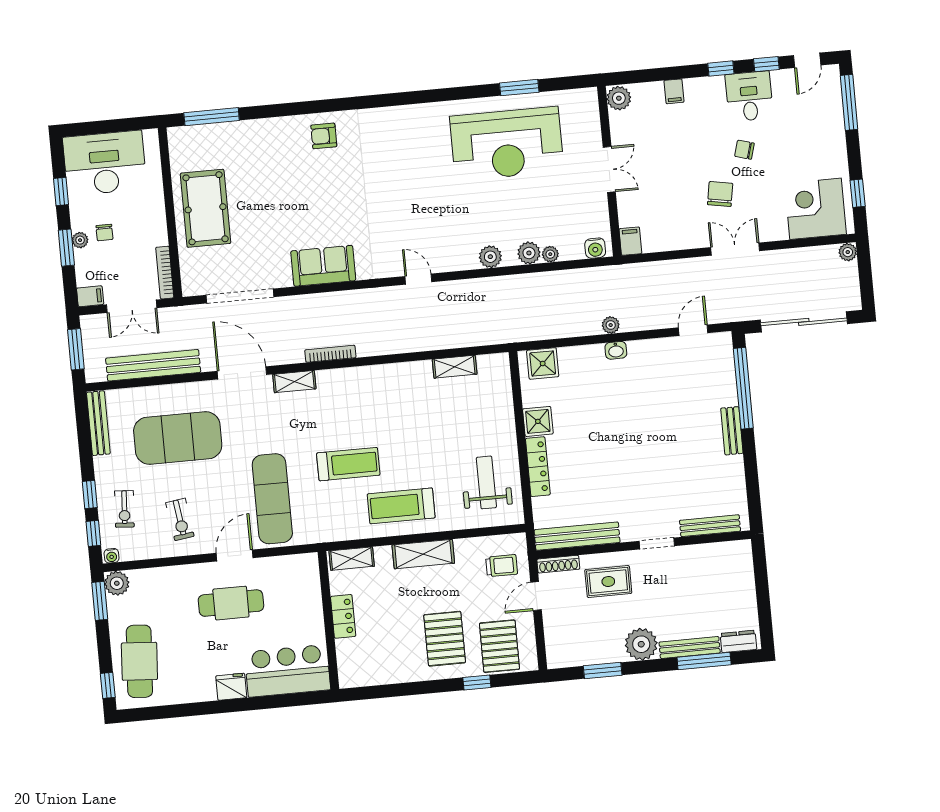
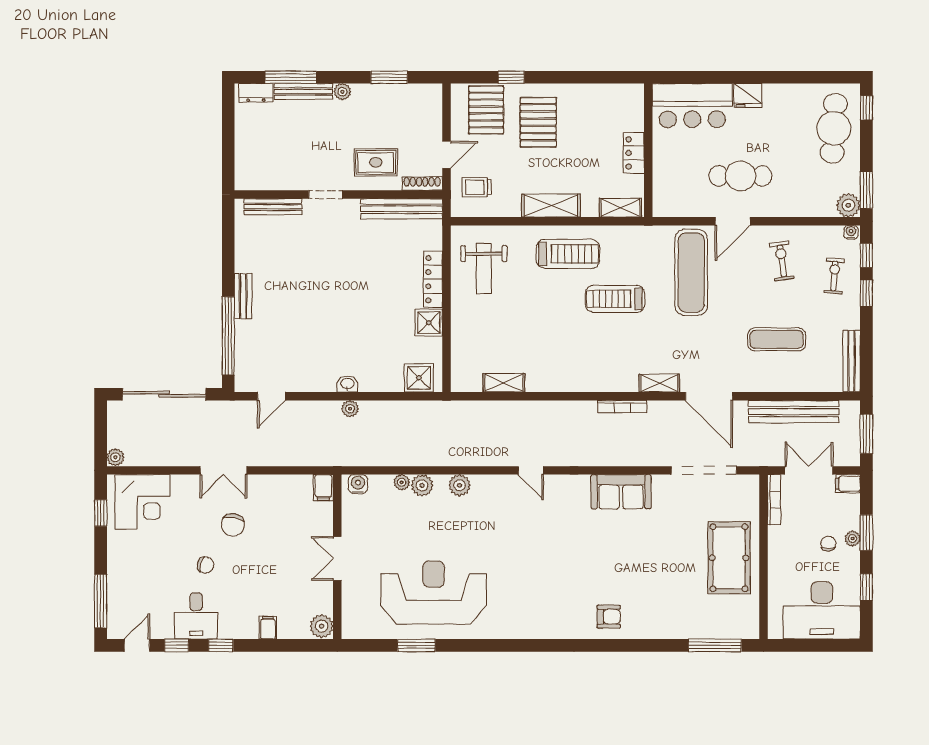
exercise mat: (178, 438) -> (777, 339), width x0.50, depth x0.69
plant: (641, 644) -> (342, 92), width x0.53, depth x0.53

